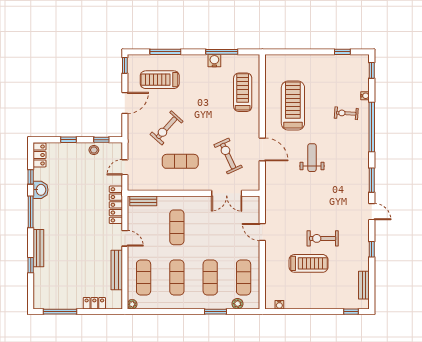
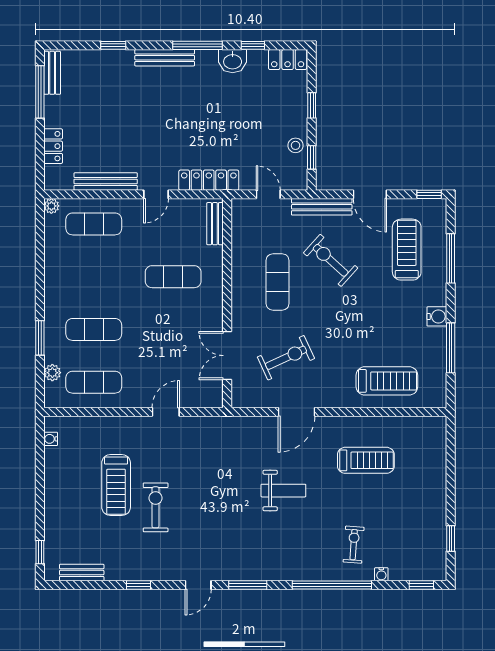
water cooler: (214, 61) -> (437, 316), moved
treadmill: (293, 106) -> (366, 460), width x0.73, depth x0.73
bench: (133, 133) -> (322, 207), added
bench: (38, 248) -> (165, 58), moved
exercise mat: (177, 278) -> (94, 277), removed
bench: (48, 304) -> (52, 73), added

